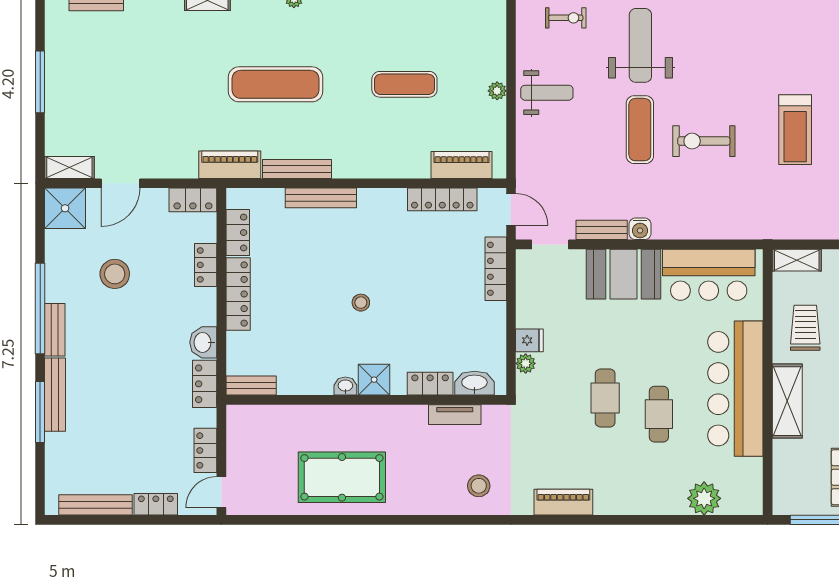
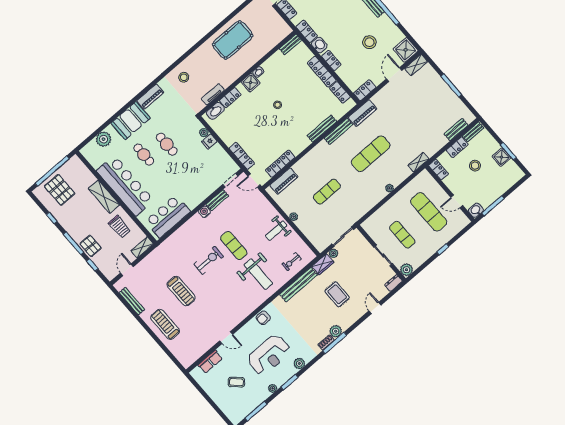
treadmill: (795, 130) -> (181, 291), turned 180
locker: (206, 265) -> (331, 60), moved
booth: (624, 274) -> (131, 121), moved

